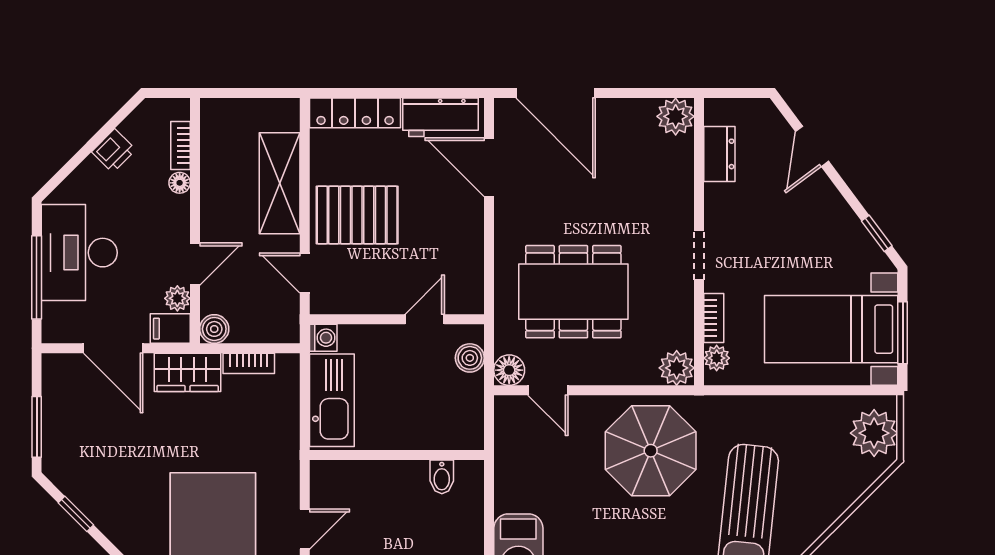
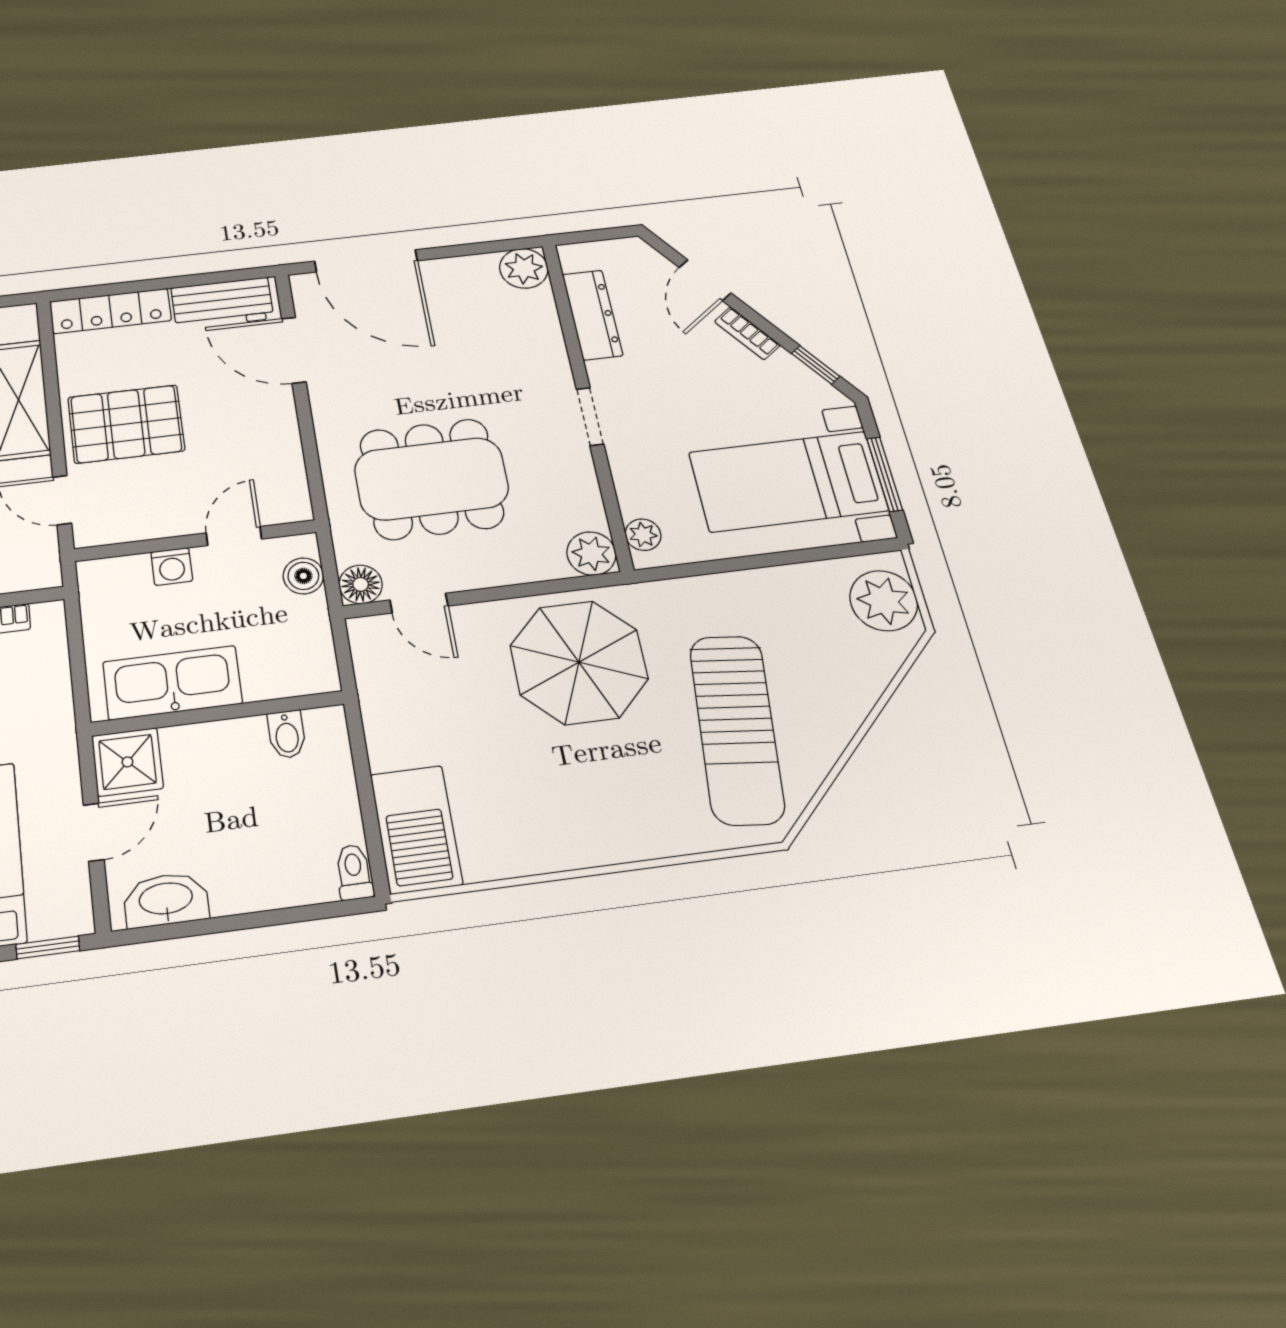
dresser: (719, 154) -> (592, 315), width x1.44
bookcase: (714, 318) -> (747, 333), moved, turned 143
washing machine: (323, 338) -> (172, 566), moved, turned 90
kitchen sink: (332, 400) -> (172, 683), moved, turned -90
shower: (332, 482) -> (127, 762), added

